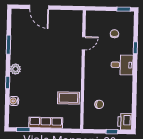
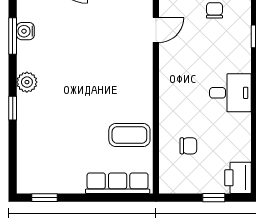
desk: (122, 65) -> (230, 93), moved
water cooler: (14, 101) -> (25, 31), moved
row of seats: (46, 123) -> (118, 183), moved

